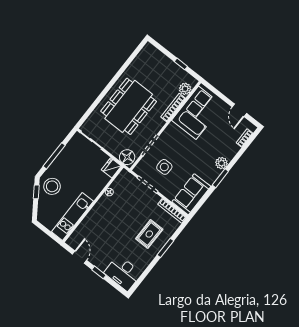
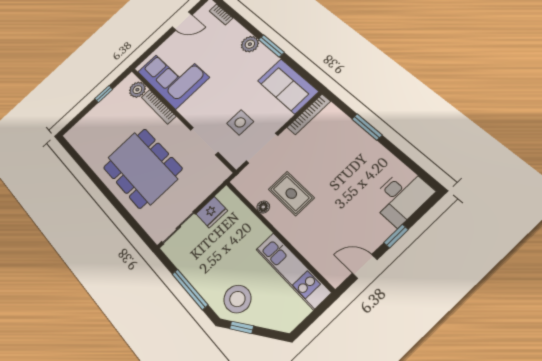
floor lamp: (127, 157) -> (215, 176), removed
fridge: (111, 168) -> (212, 212), moved, turned -90
rug: (149, 234) -> (291, 194), moved

